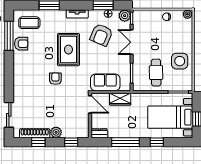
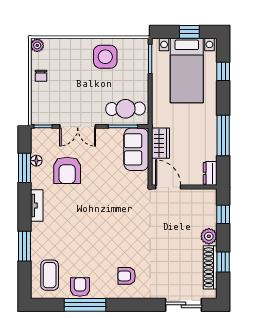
plant: (125, 16) -> (39, 137), removed
armchair: (101, 35) -> (67, 170), turned 67
window: (9, 36) -> (85, 305), moved
rug: (68, 50) -> (89, 218), removed
cafe table: (156, 73) -> (125, 109), moved
armchair: (55, 79) -> (127, 276), moved
sofa: (105, 82) -> (136, 149), moved
door: (90, 104) -> (168, 187), hinge flipped
window: (157, 142) -> (223, 71), moved

